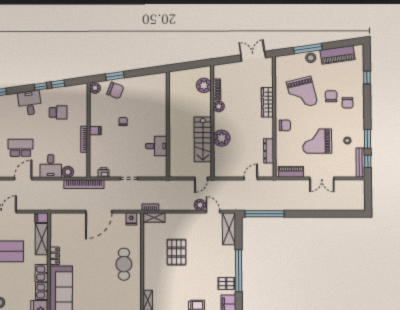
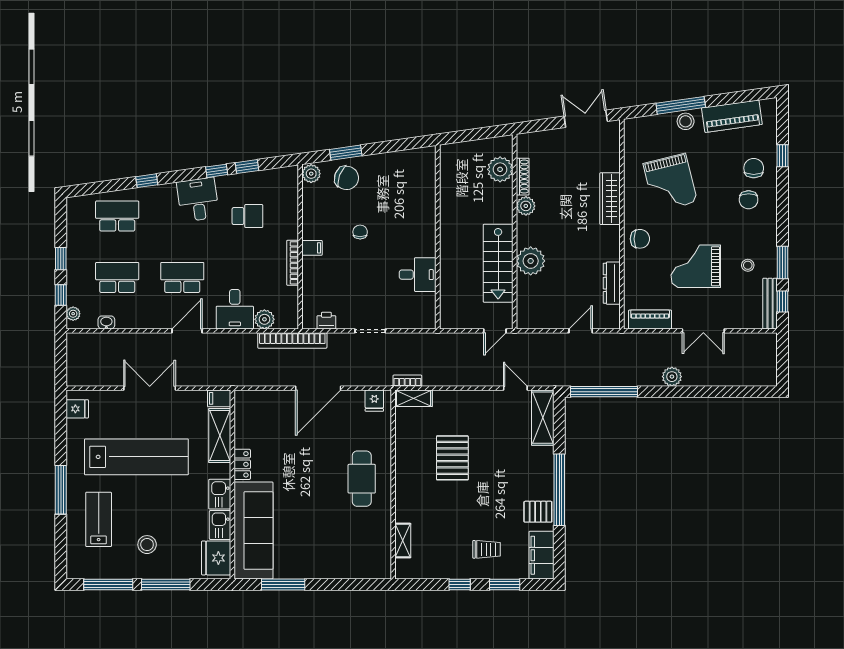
chair: (331, 96) -> (754, 168), moved
plant: (200, 205) -> (672, 377), moved

